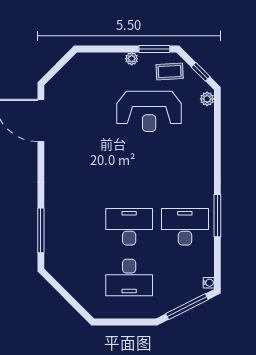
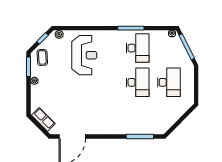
row of seats: (69, 73) -> (43, 119), added
reception desk: (149, 111) -> (84, 55), moved
desk: (129, 227) -> (138, 82), turned 180
desk: (185, 227) -> (138, 48), turned 180

